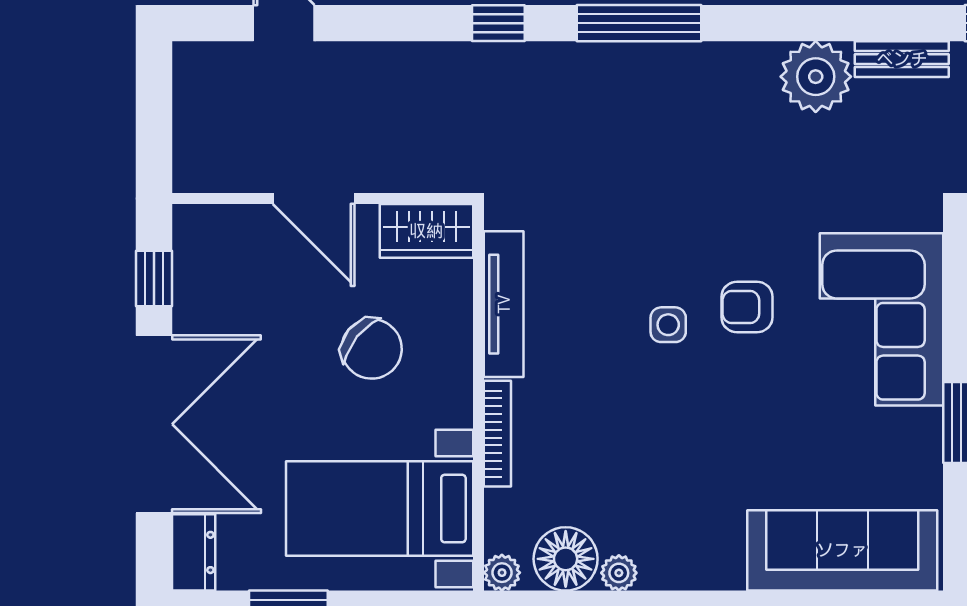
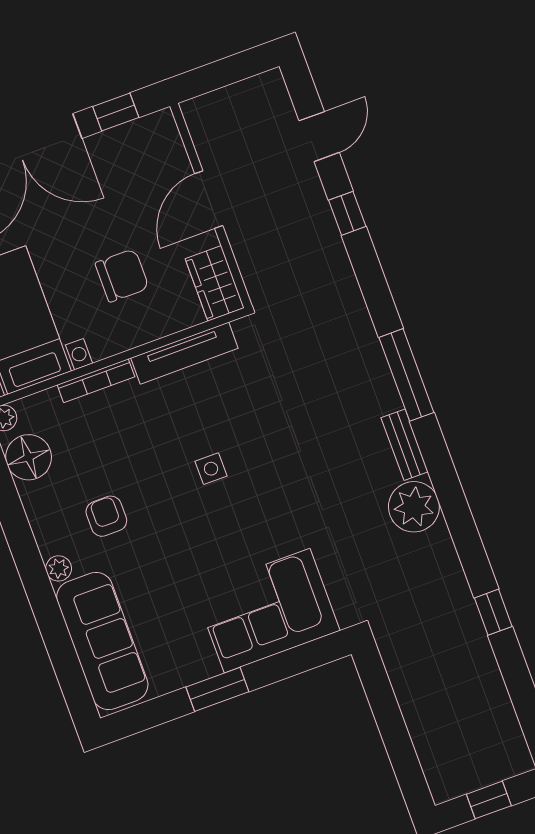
window: (498, 23) -> (347, 213), moved
bench: (902, 59) -> (405, 445), moved
armchair: (747, 307) -> (106, 516), moved
chair: (372, 349) -> (122, 275), turned -129
plant: (619, 573) -> (59, 568), moved

